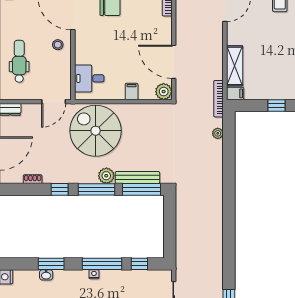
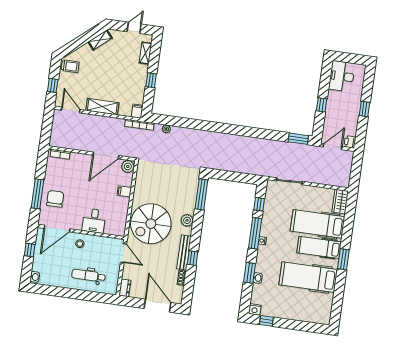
shelving: (235, 66) -> (102, 107), moved
desk: (89, 78) -> (94, 221), moved
bench: (137, 178) -> (184, 252), moved
window: (96, 189) -> (197, 229), removed

